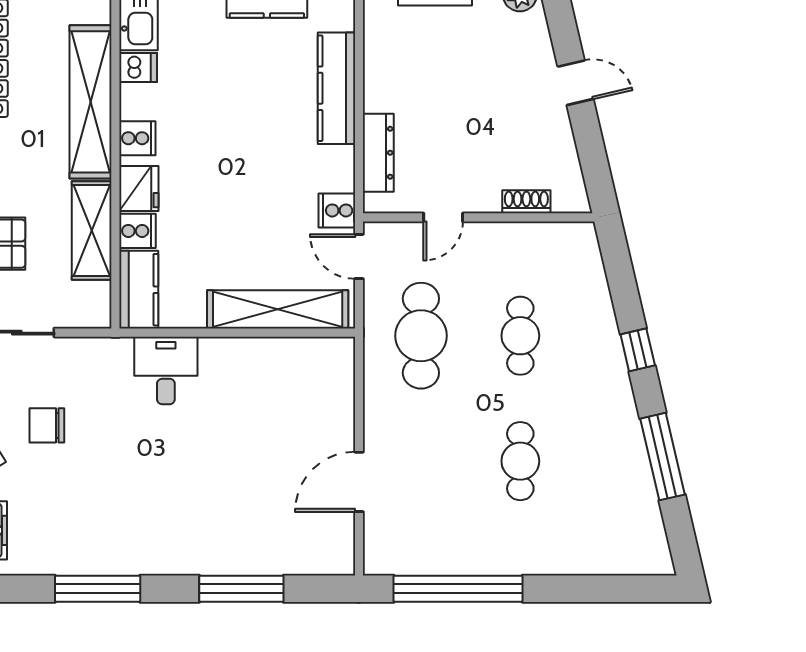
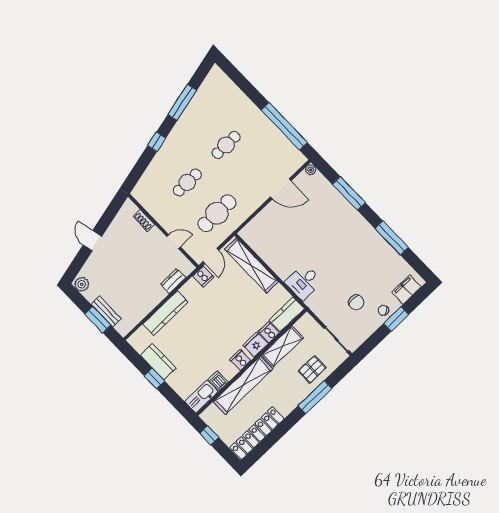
dresser: (378, 153) -> (173, 281), width x0.70
plant: (343, 563) -> (311, 170), added

